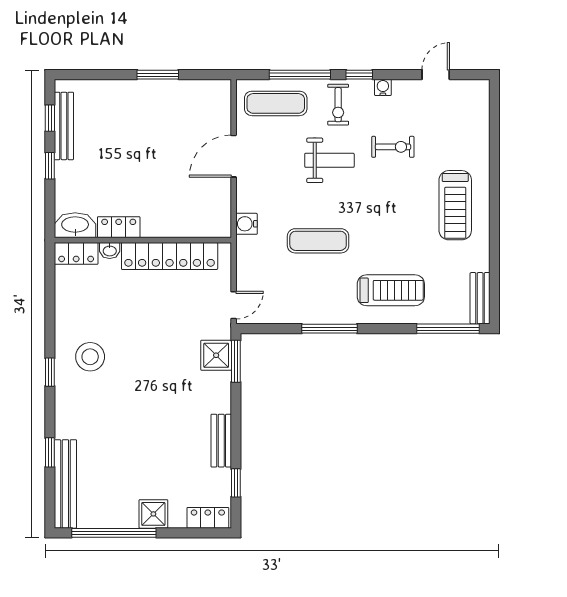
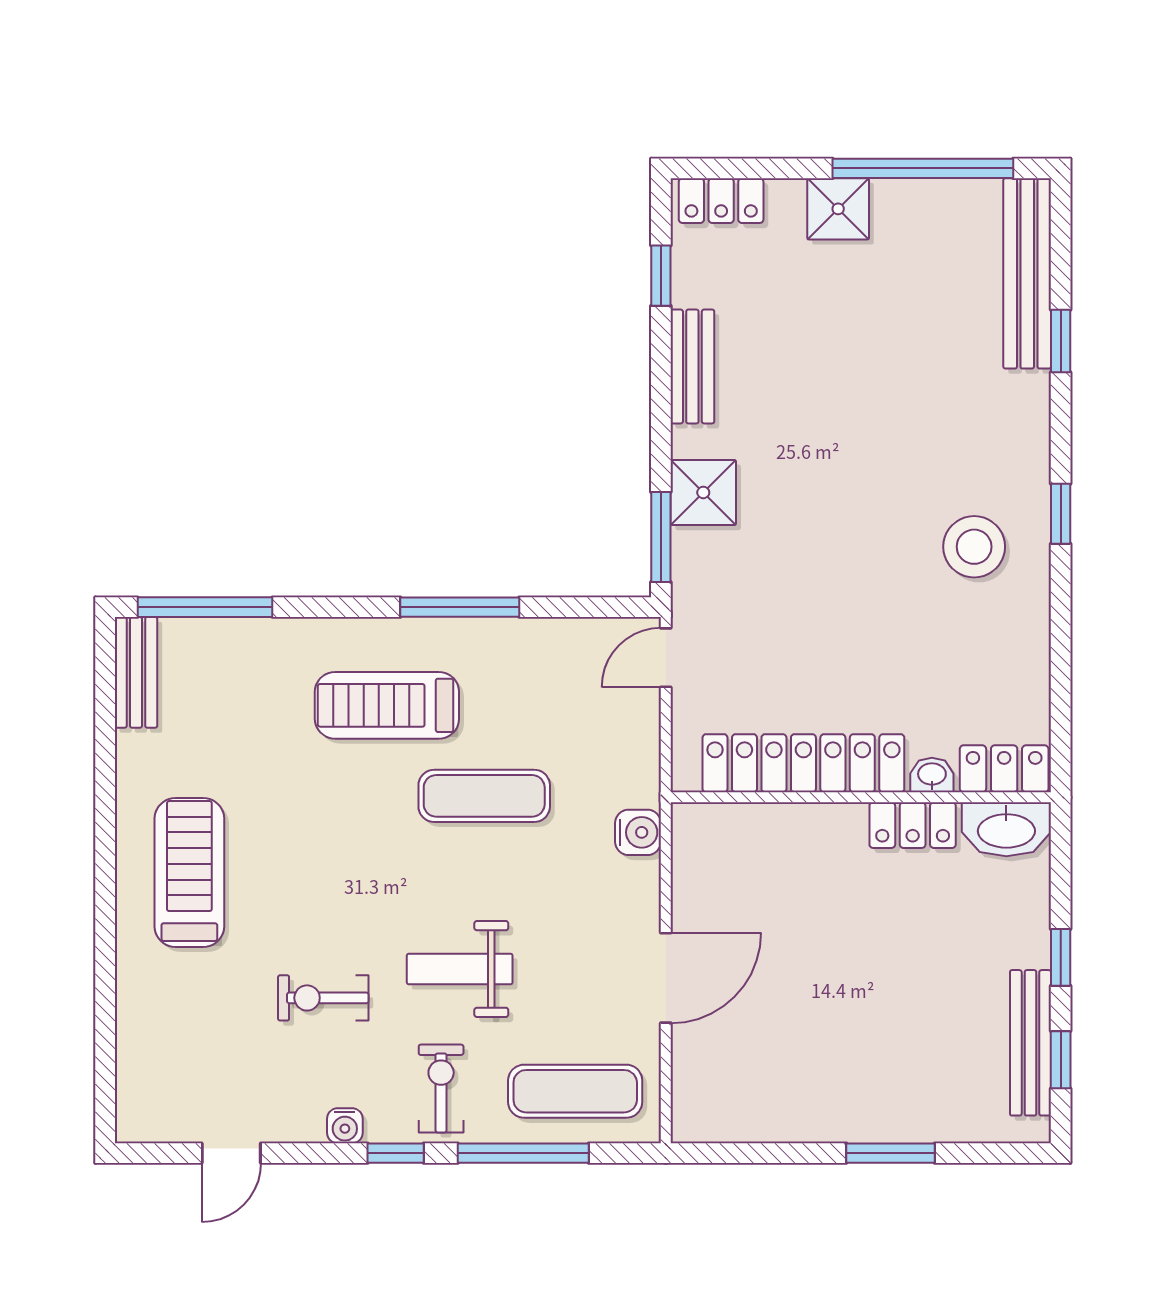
window: (158, 75) -> (890, 1153), moved
treadmill: (391, 290) -> (387, 705), moved
shower: (216, 355) -> (703, 492), moved

